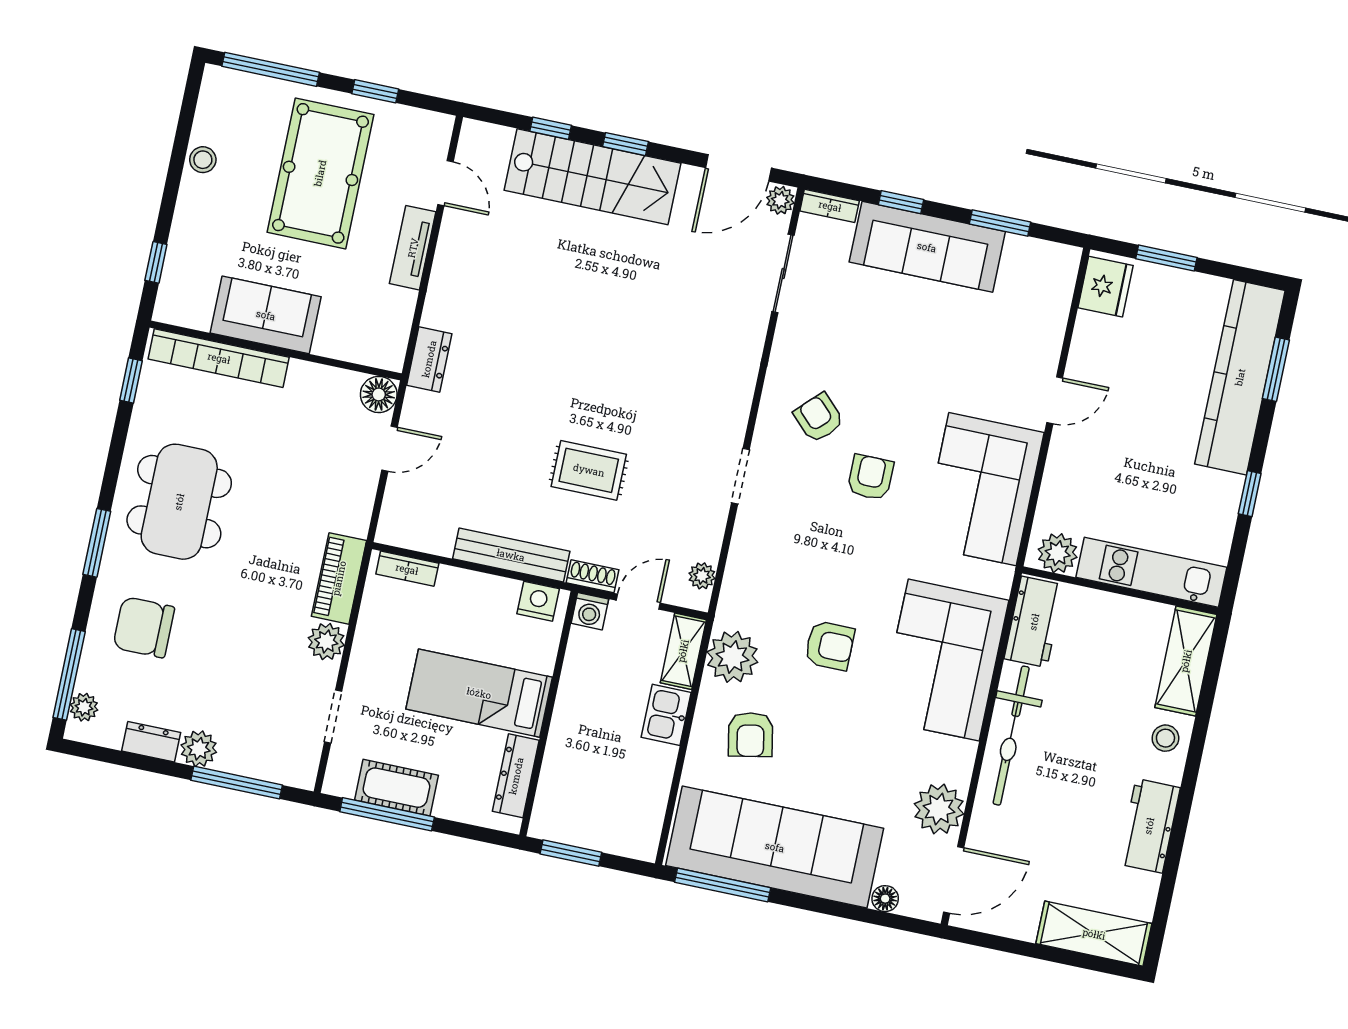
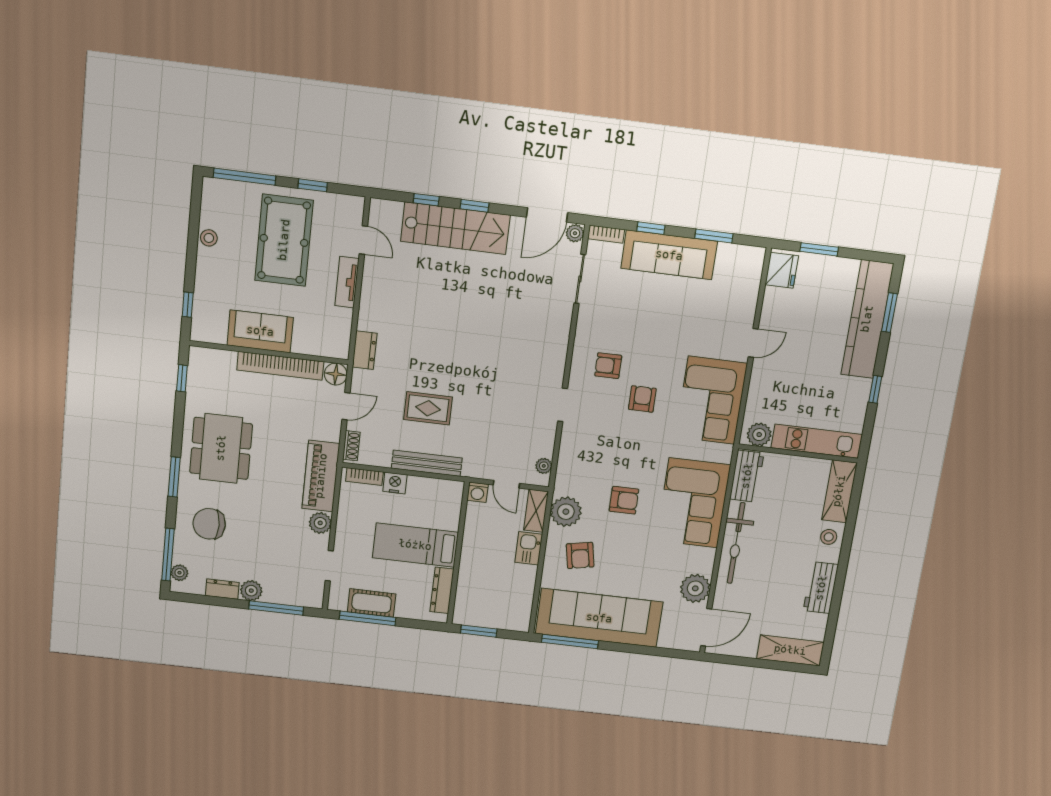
bookcase: (219, 358) -> (280, 366), moved
armchair: (819, 418) -> (608, 366), turned -45
rug: (589, 470) -> (428, 408), moved
shoe rack: (592, 576) -> (351, 446), moved, turned 90
piano: (339, 578) -> (321, 476), width x1.37, depth x1.33
nightstand: (538, 601) -> (395, 483), moved
door: (638, 602) -> (506, 484), swing flipped
floor lamp: (885, 899) -> (666, 641), removed

